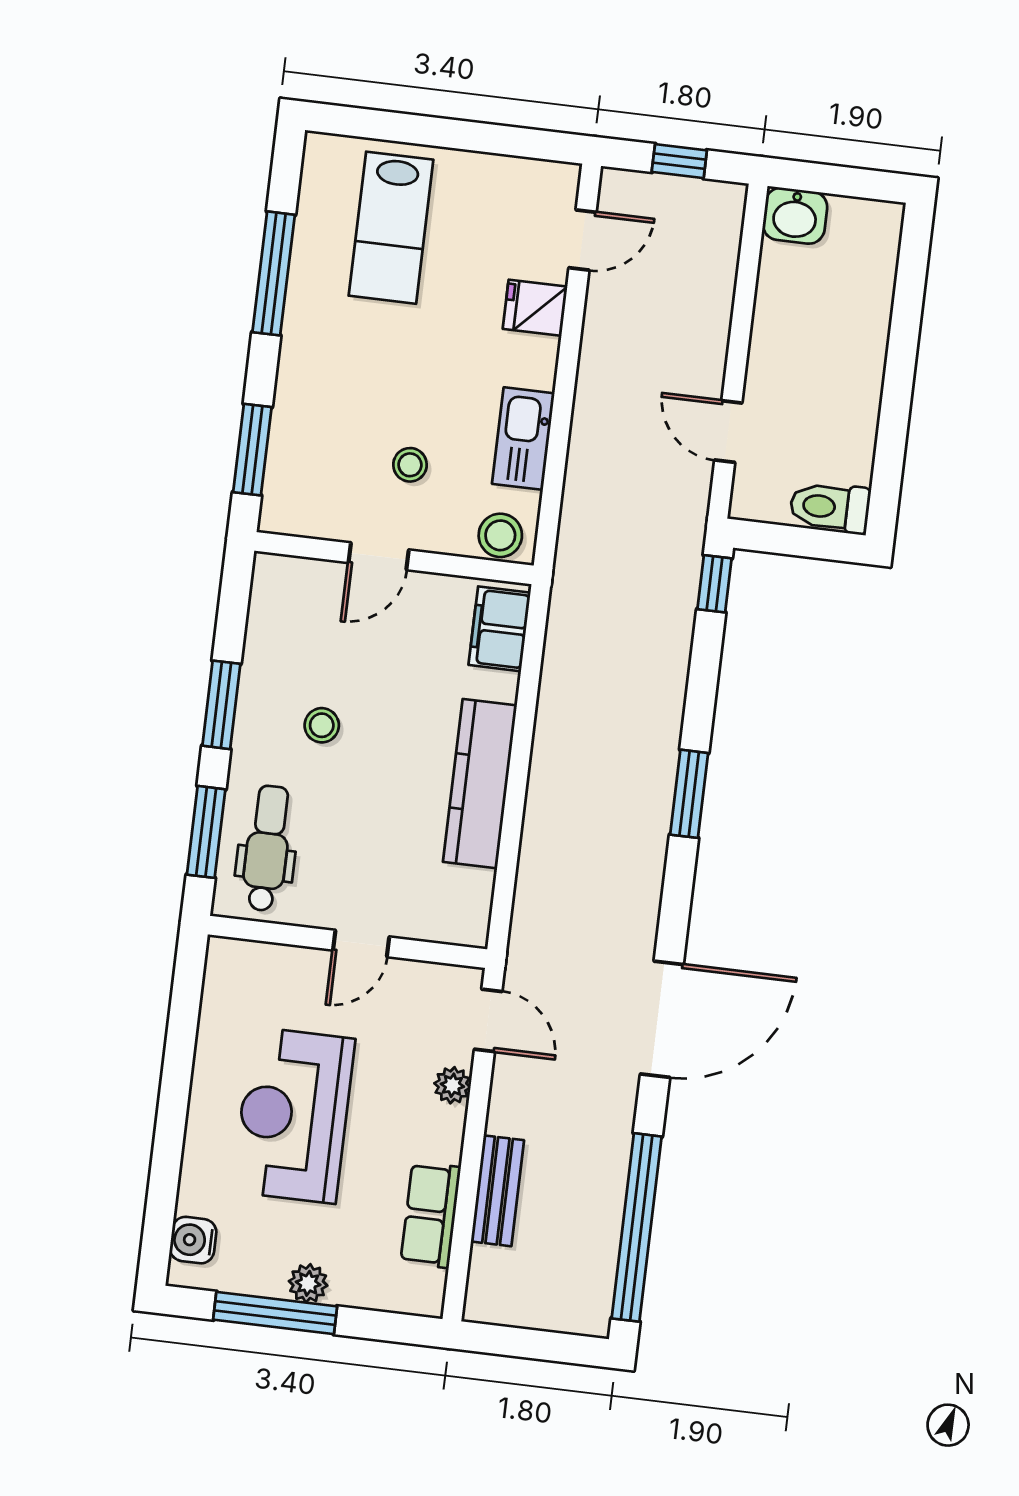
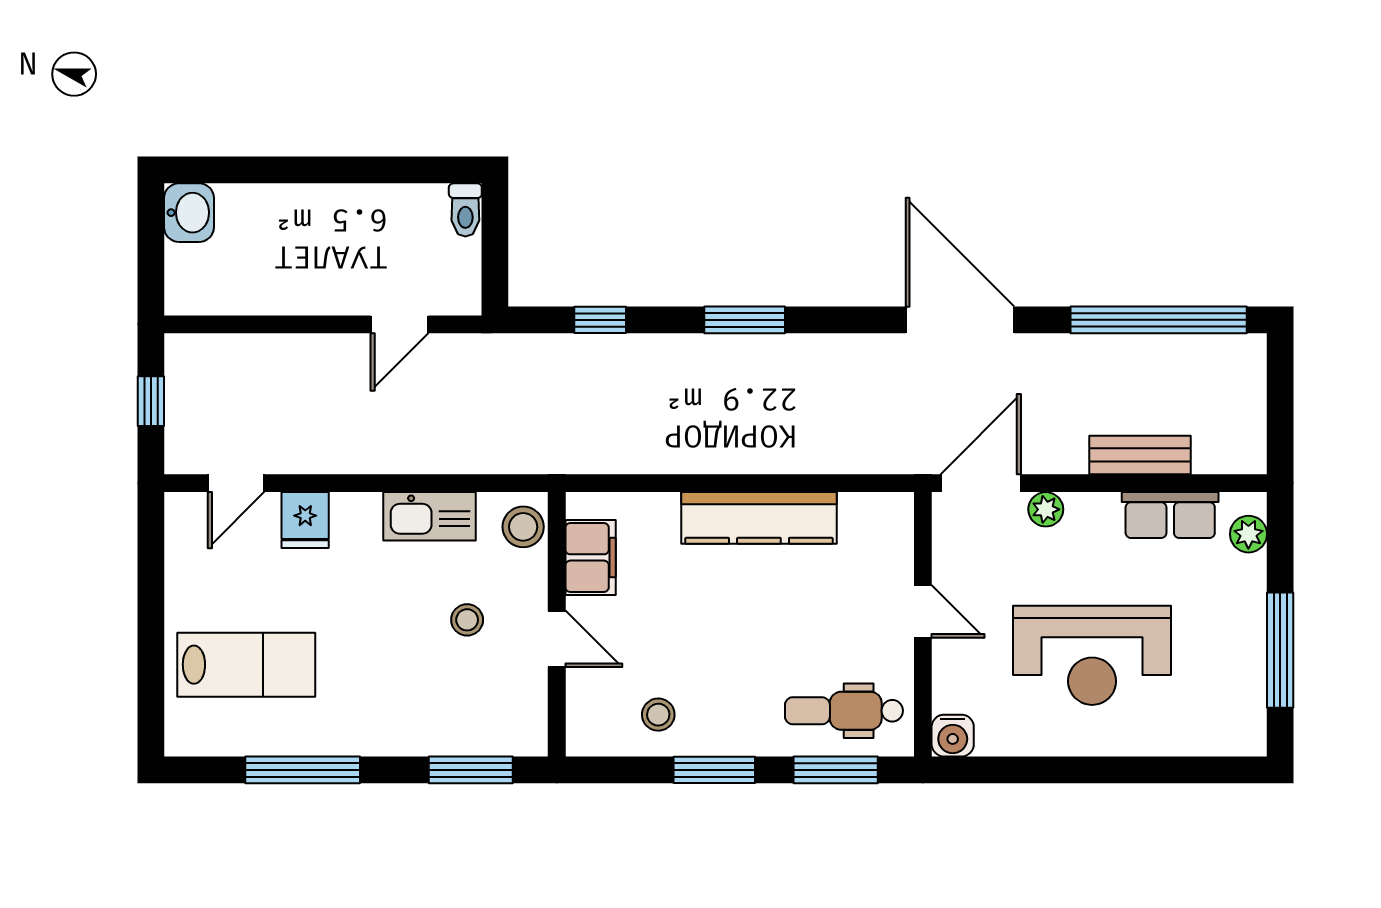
washbasin: (795, 216) -> (189, 213), moved
door: (583, 240) -> (236, 483), swing flipped
toilet: (830, 507) -> (465, 210), width x0.73, depth x0.72
window: (714, 584) -> (600, 320), moved
filing cabinet: (499, 629) -> (591, 557), moved, turned -90
stool: (322, 725) -> (658, 715), moved
door: (488, 1020) -> (981, 483), width x1.38
water cooler: (193, 1240) -> (953, 736), moved
plant: (308, 1283) -> (1248, 534), moved

